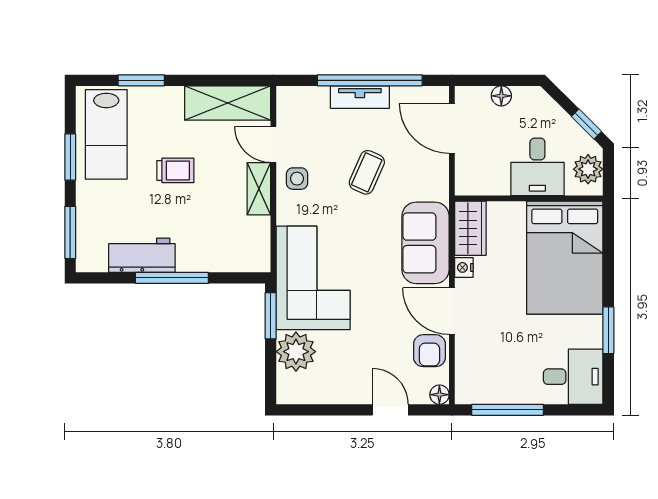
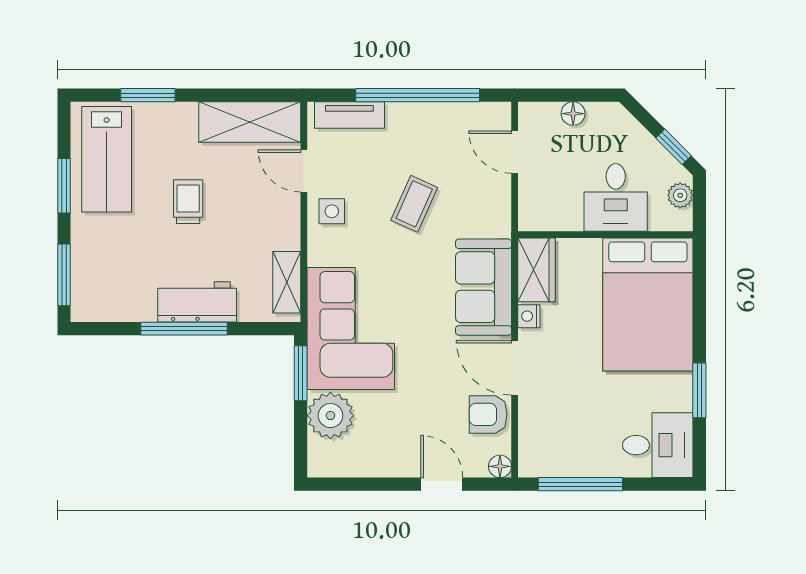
tv unit: (360, 97) -> (349, 115), moved
door: (452, 128) -> (515, 152), width x0.73
plant: (588, 169) -> (680, 195), width x0.73, depth x0.73
trolley: (175, 170) -> (188, 202), turned -90
shelving: (259, 189) -> (287, 282), moved
workbench: (142, 255) -> (197, 302), moved
armchair: (429, 351) -> (488, 414), turned 90

